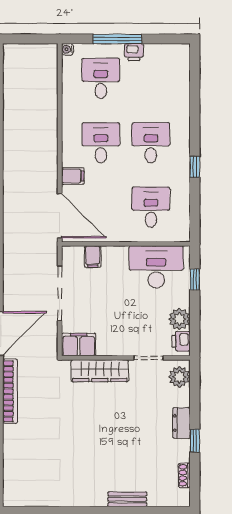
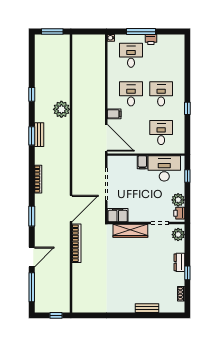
filing cabinet: (93, 257) -> (142, 162), moved

